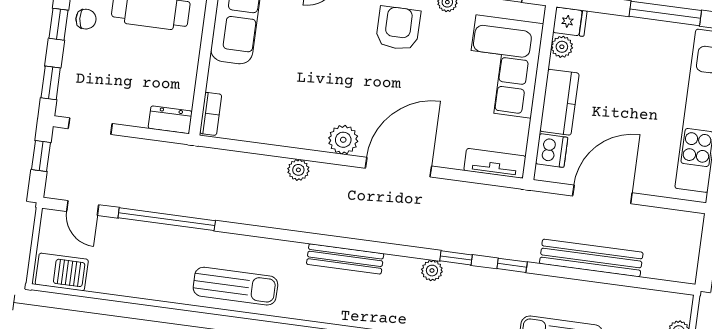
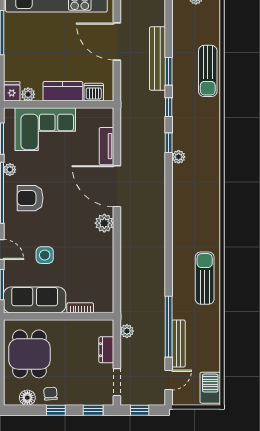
side table: (305, 39) -> (45, 255), added
bookcase: (211, 114) -> (80, 308), moved
dresser: (170, 120) -> (106, 350), moved
tv unit: (495, 163) -> (106, 146), moved
plant: (298, 170) -> (127, 331), moved
door: (602, 194) -> (117, 41), moved
bench: (345, 259) -> (178, 344), moved
window: (569, 273) -> (169, 71), added

